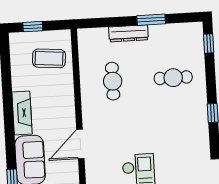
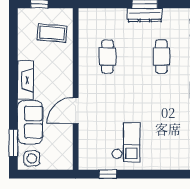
dresser: (129, 33) -> (145, 15), moved
cafe table: (173, 78) -> (161, 57), turned 90

